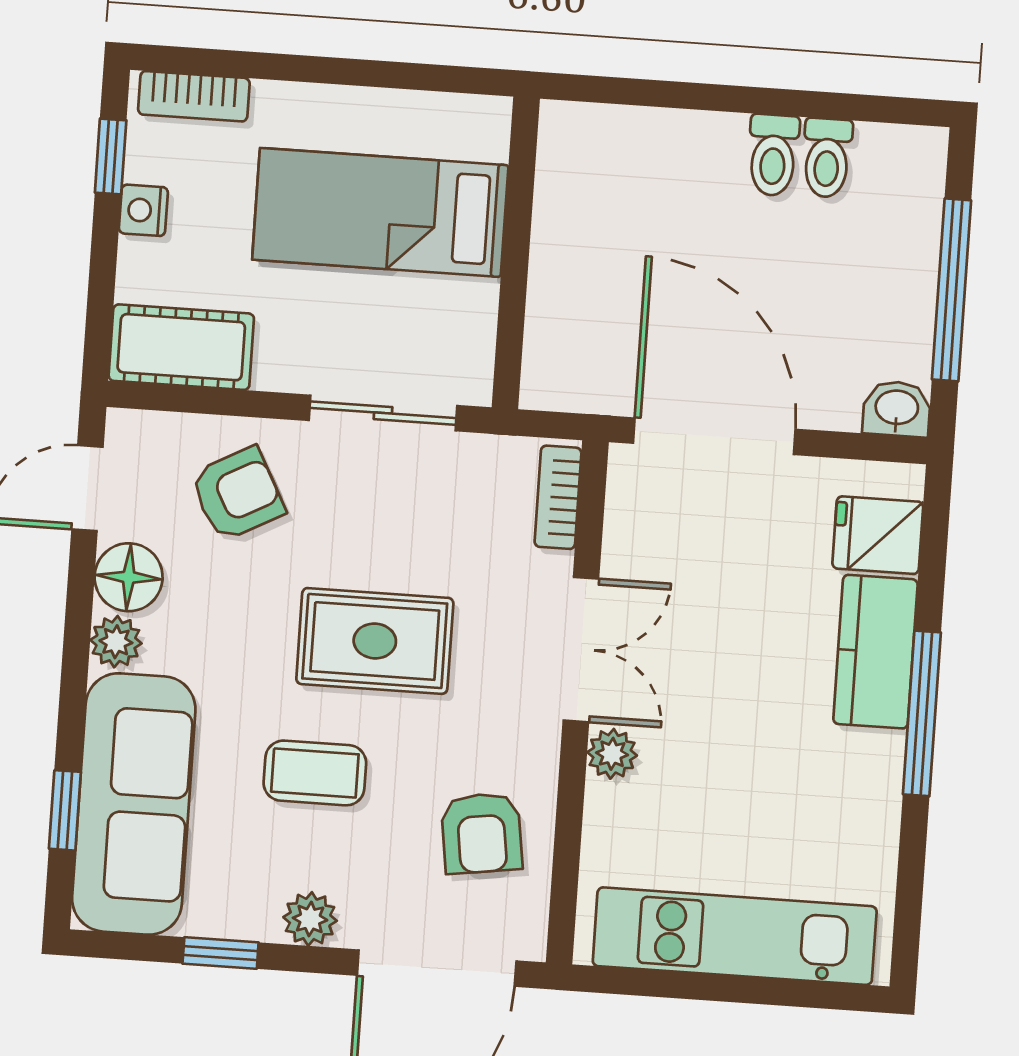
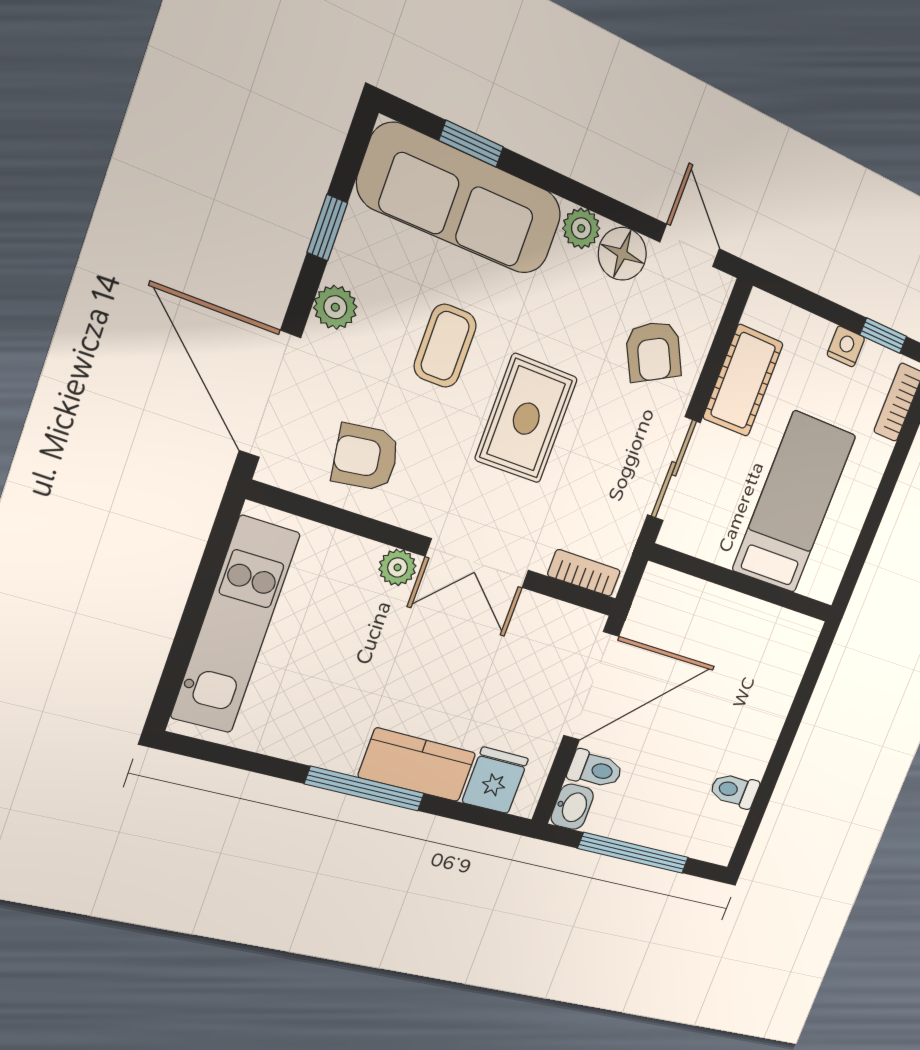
toilet: (773, 155) -> (595, 769), moved, turned 180
cot: (181, 347) -> (743, 381), moved

